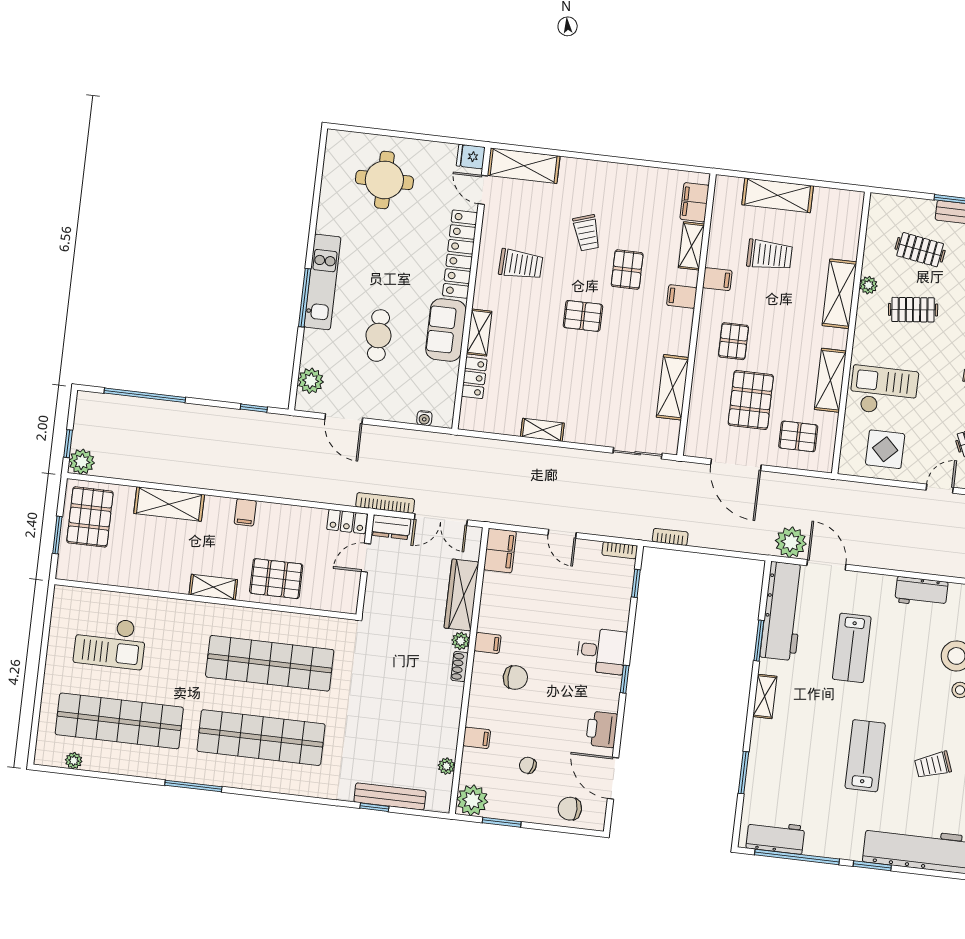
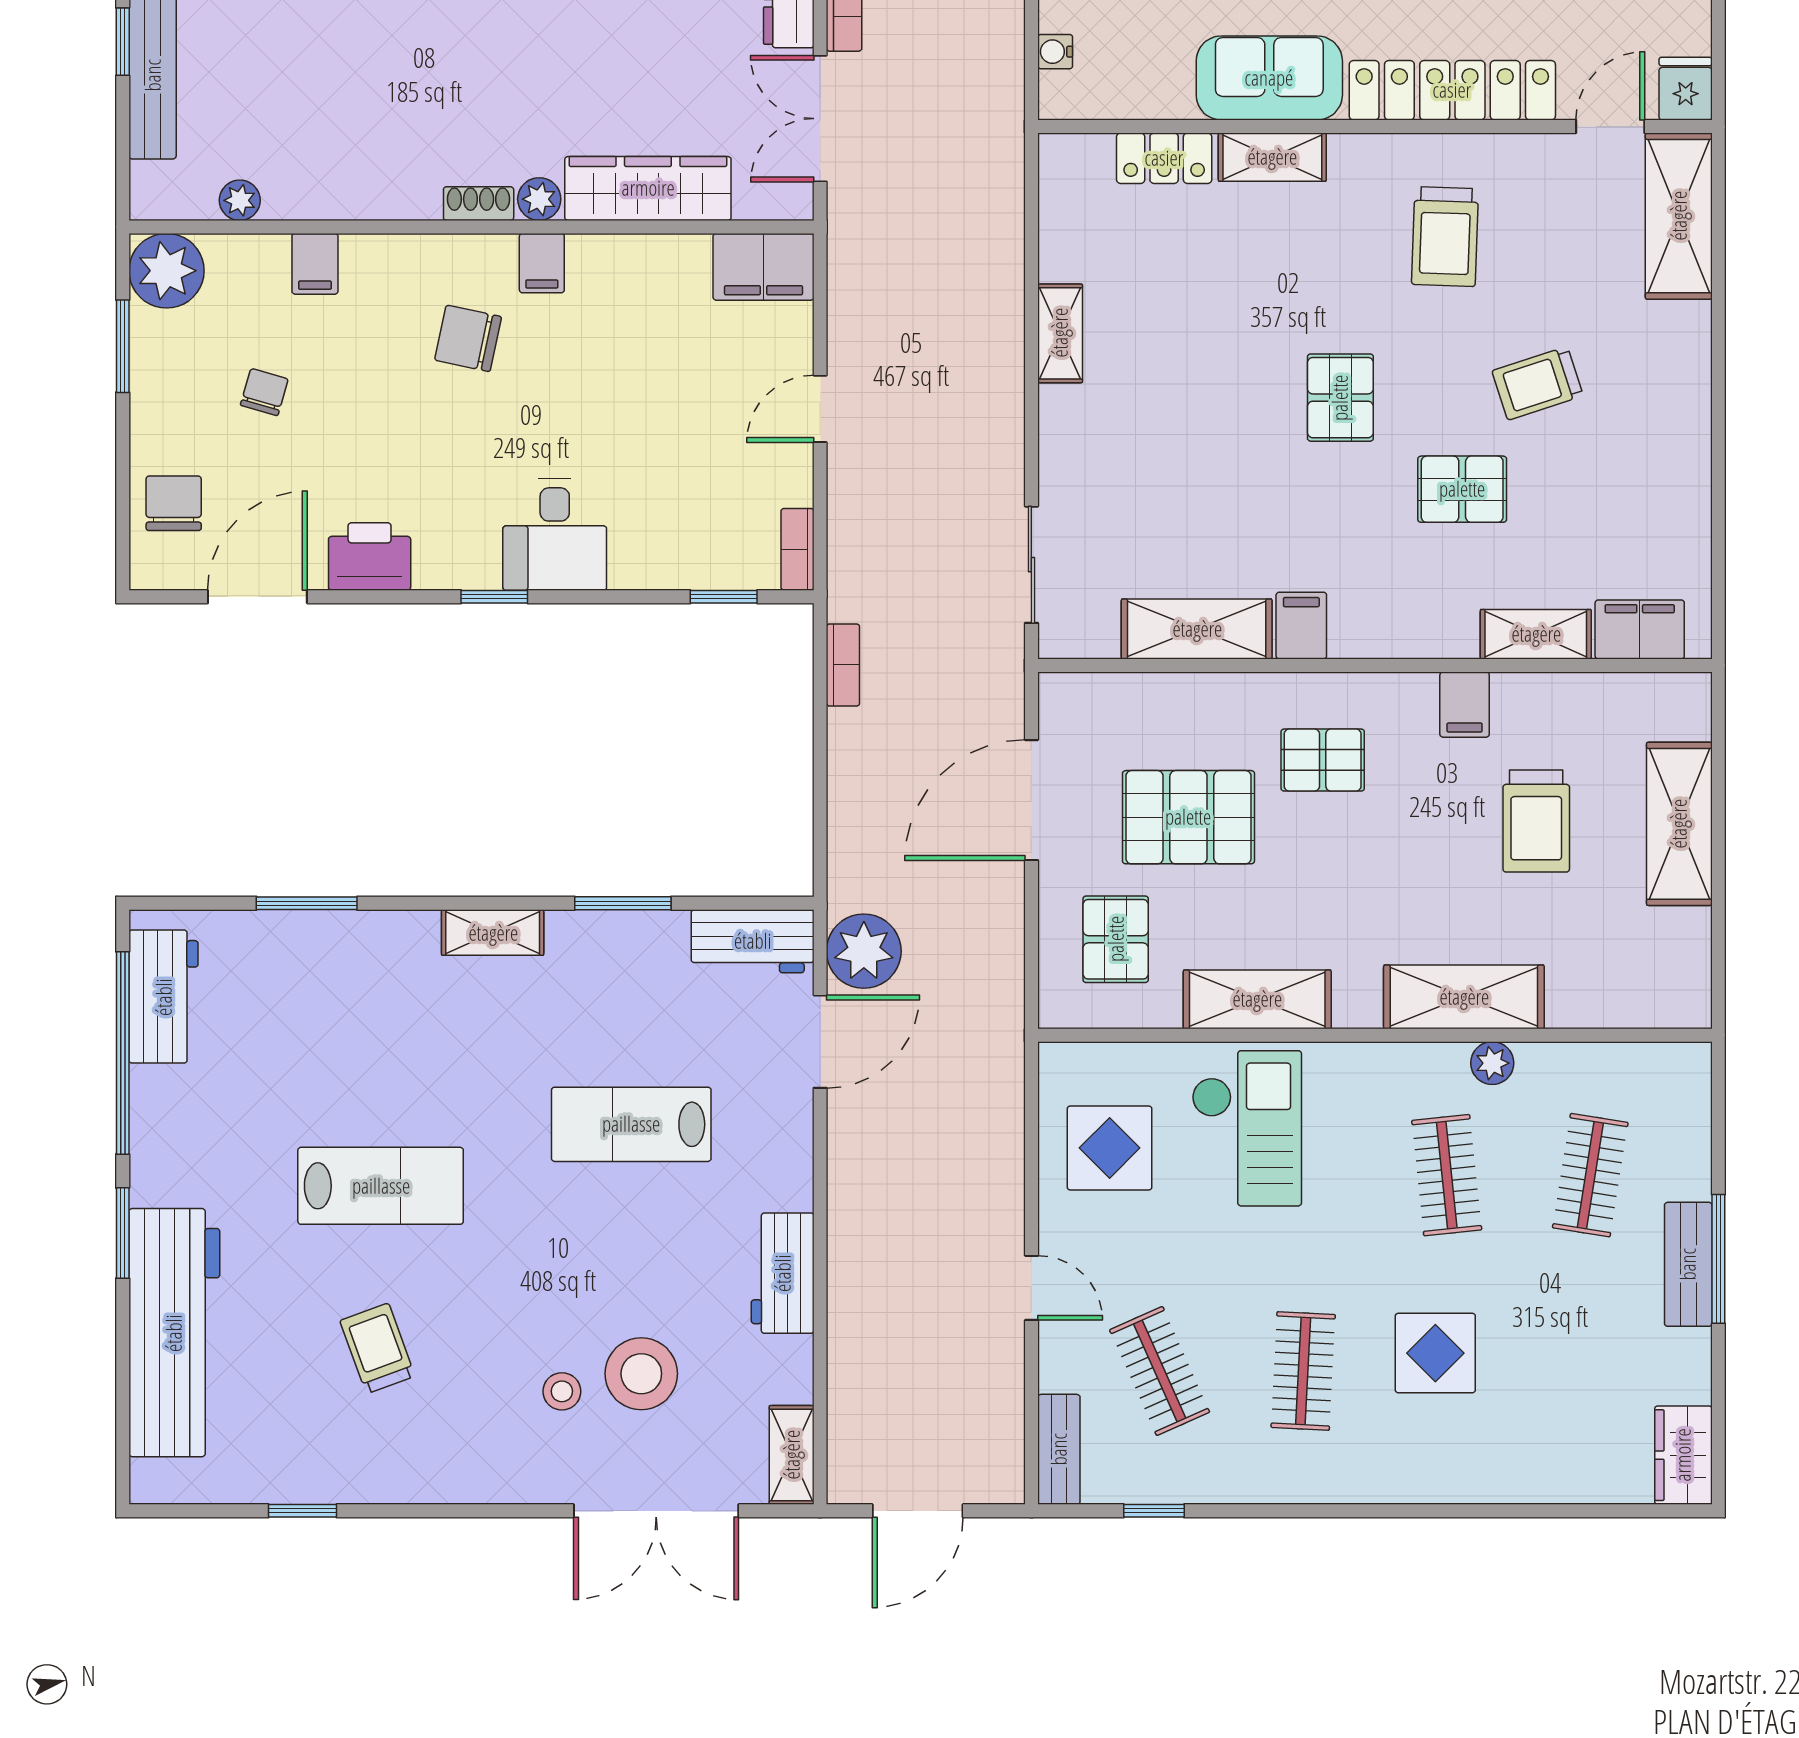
filing cabinet: (682, 297) -> (1301, 626), moved
workbench: (783, 611) -> (753, 941), width x0.53, depth x0.76
chair: (515, 678) -> (468, 338), turned 102

